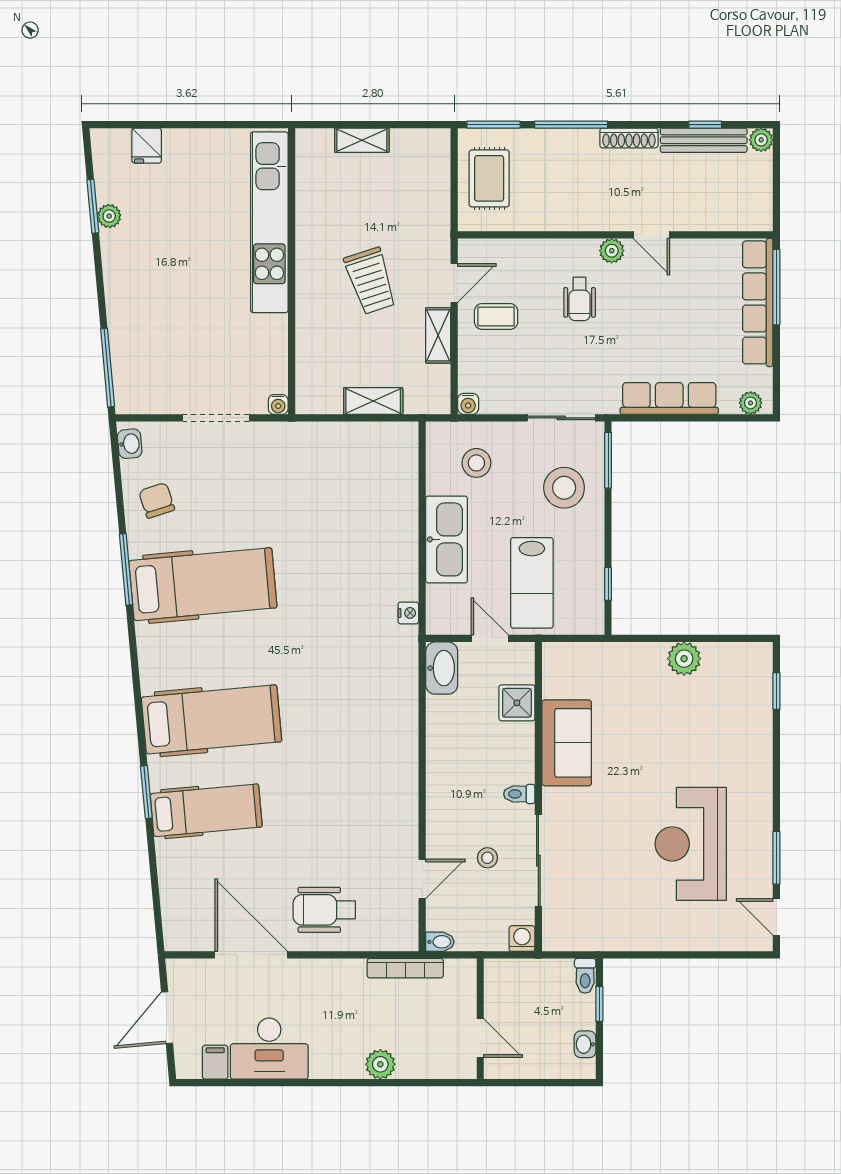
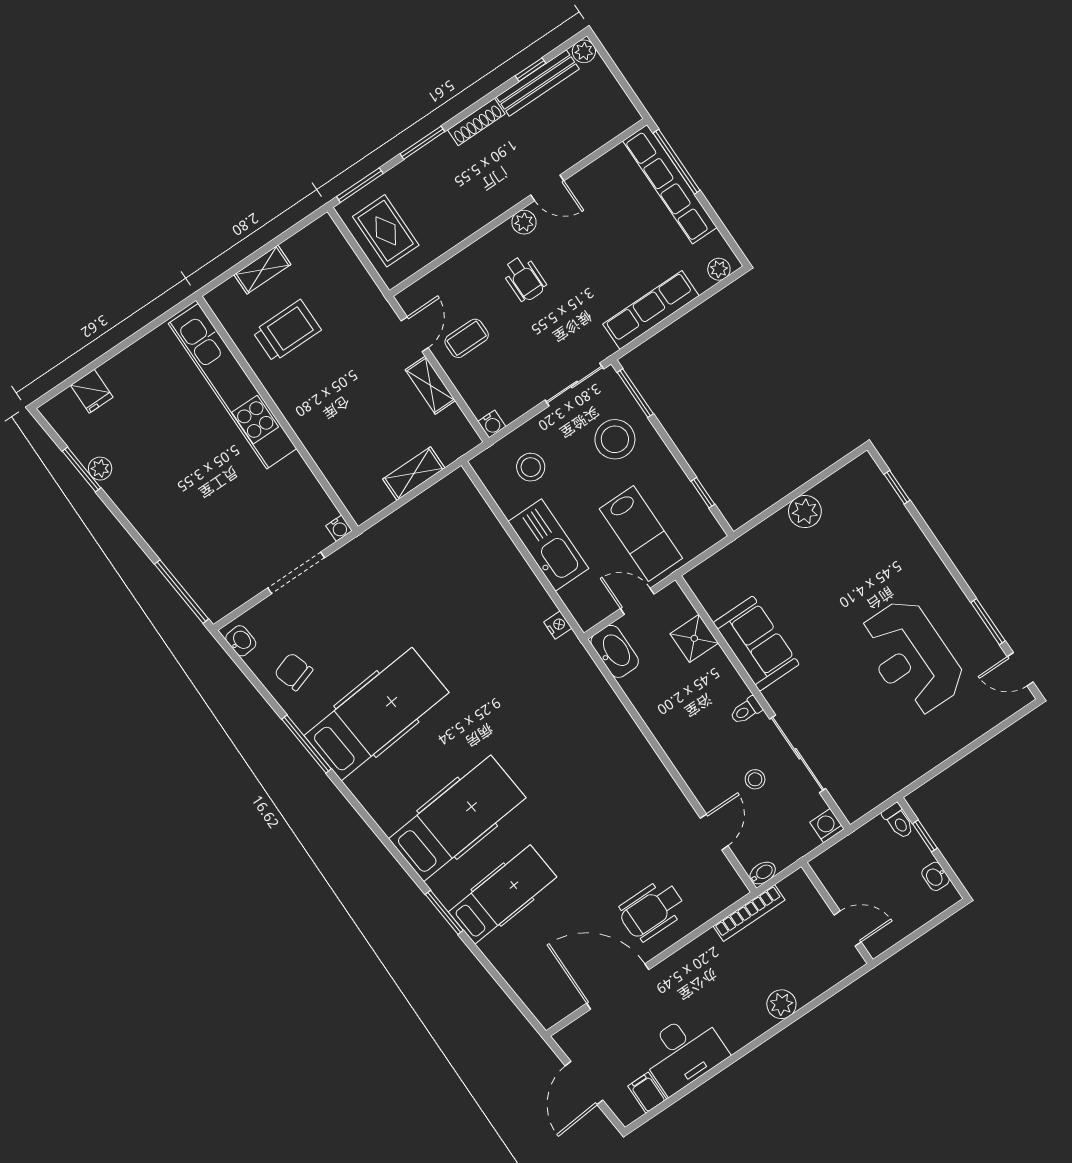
window: (571, 125) -> (422, 143), width x0.69
trolley: (370, 281) -> (287, 331), moved, turned -72

